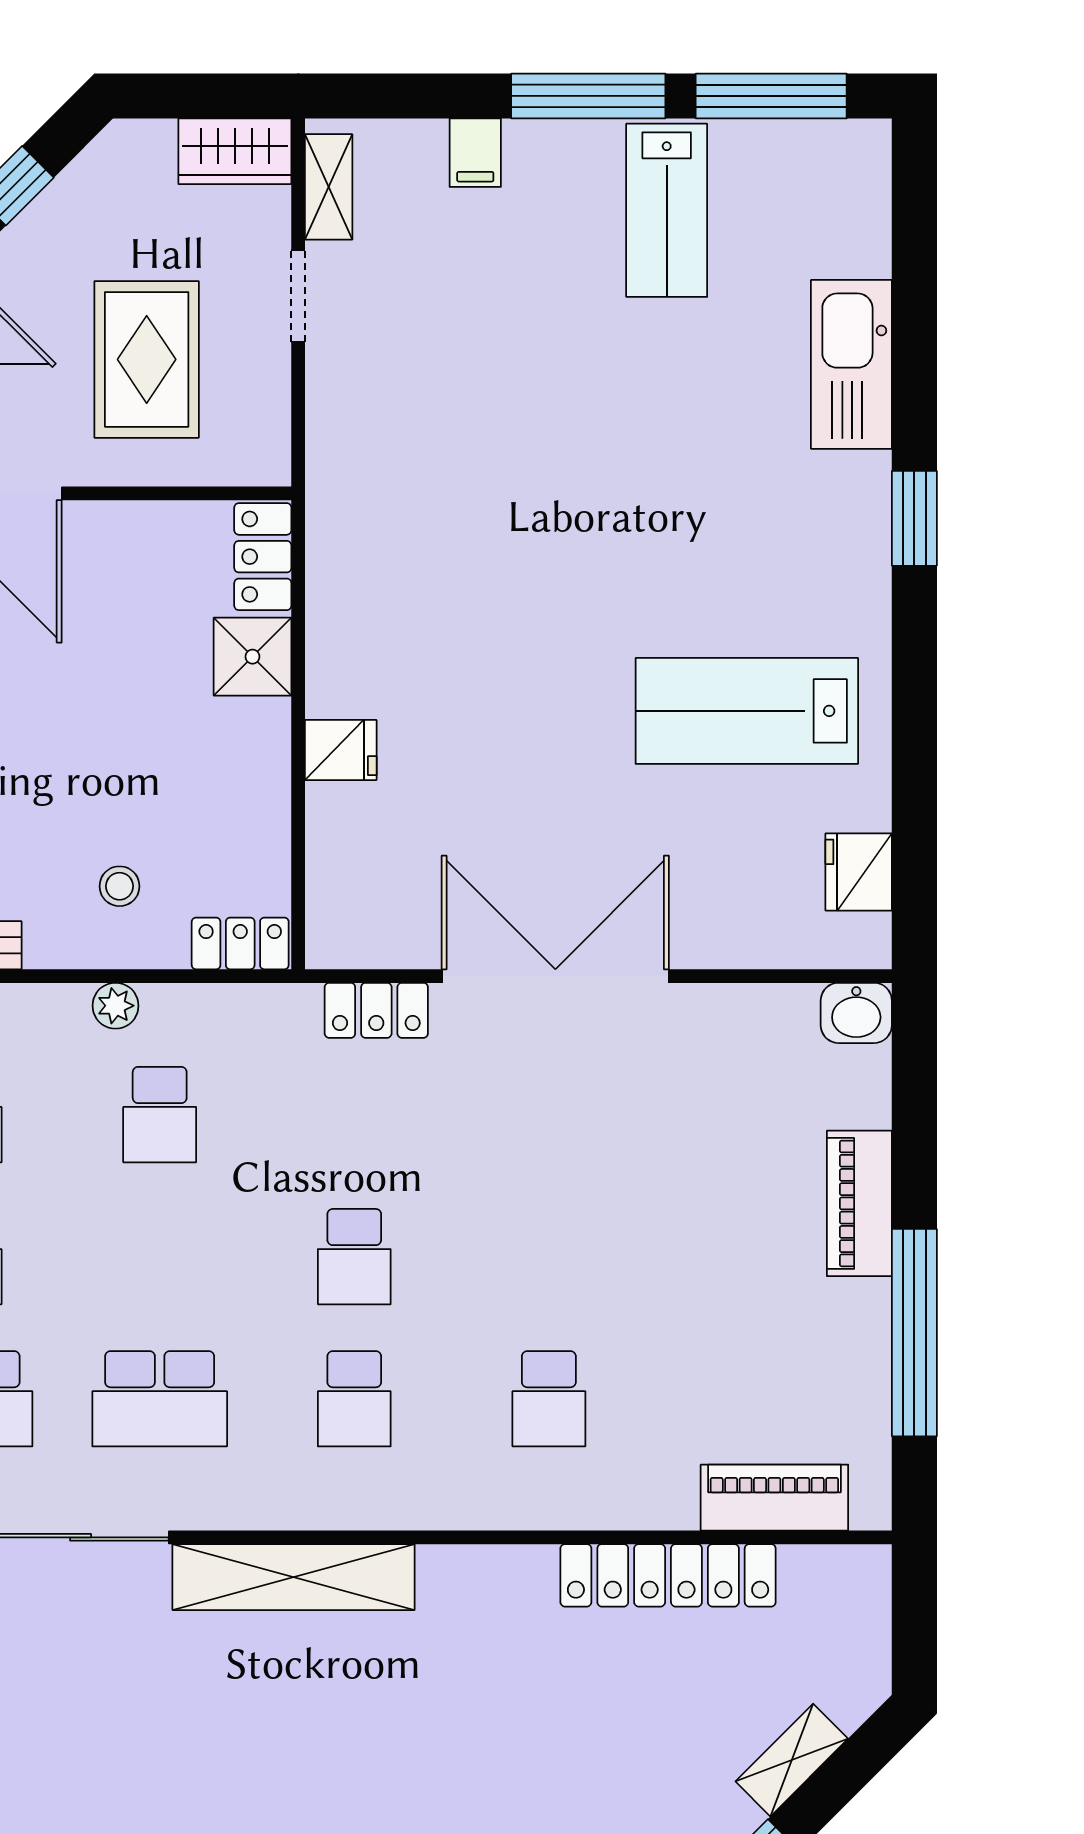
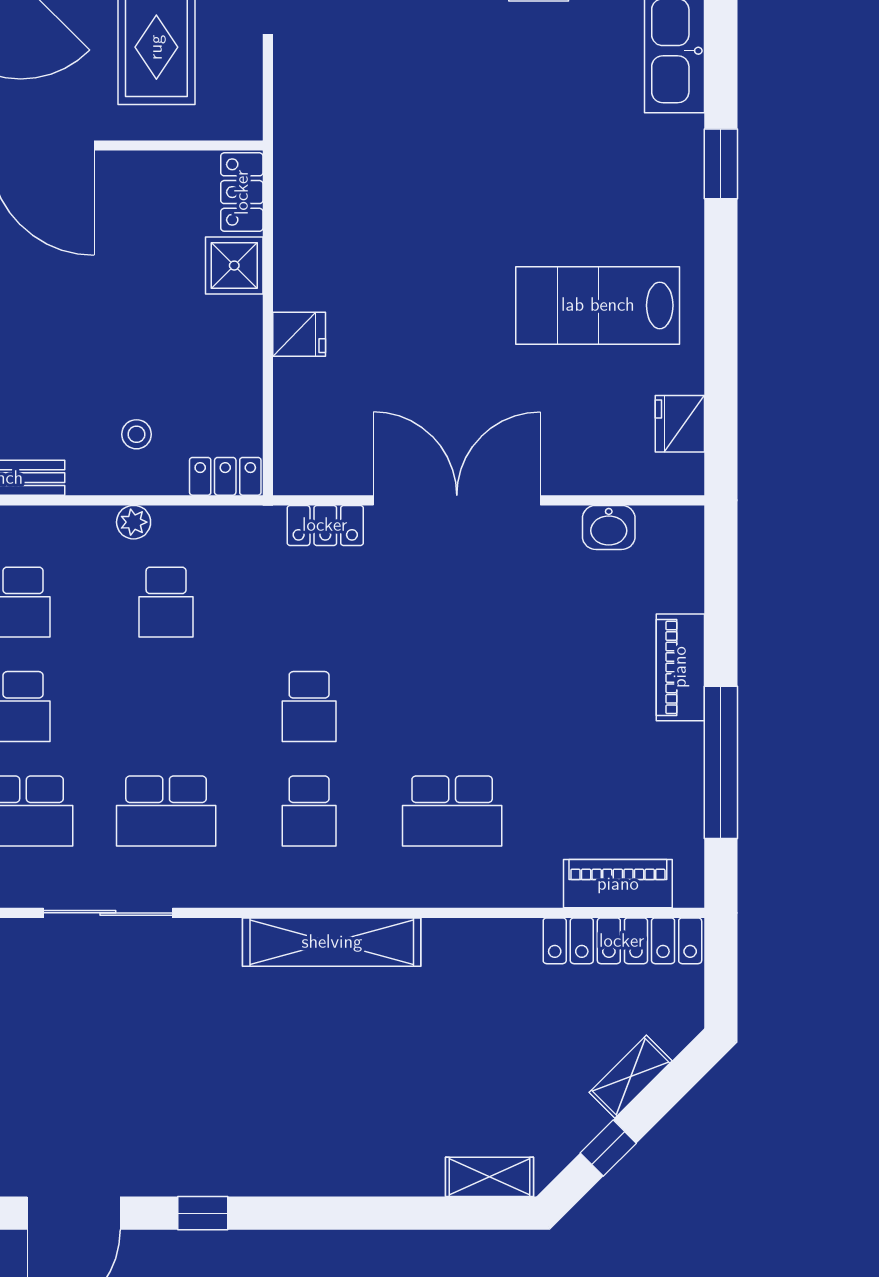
washbasin: (856, 1013) -> (609, 527), moved
school desk: (549, 1399) -> (452, 811), width x1.85
locker: (668, 1575) -> (622, 941), moved
shelving: (293, 1577) -> (332, 942), moved

